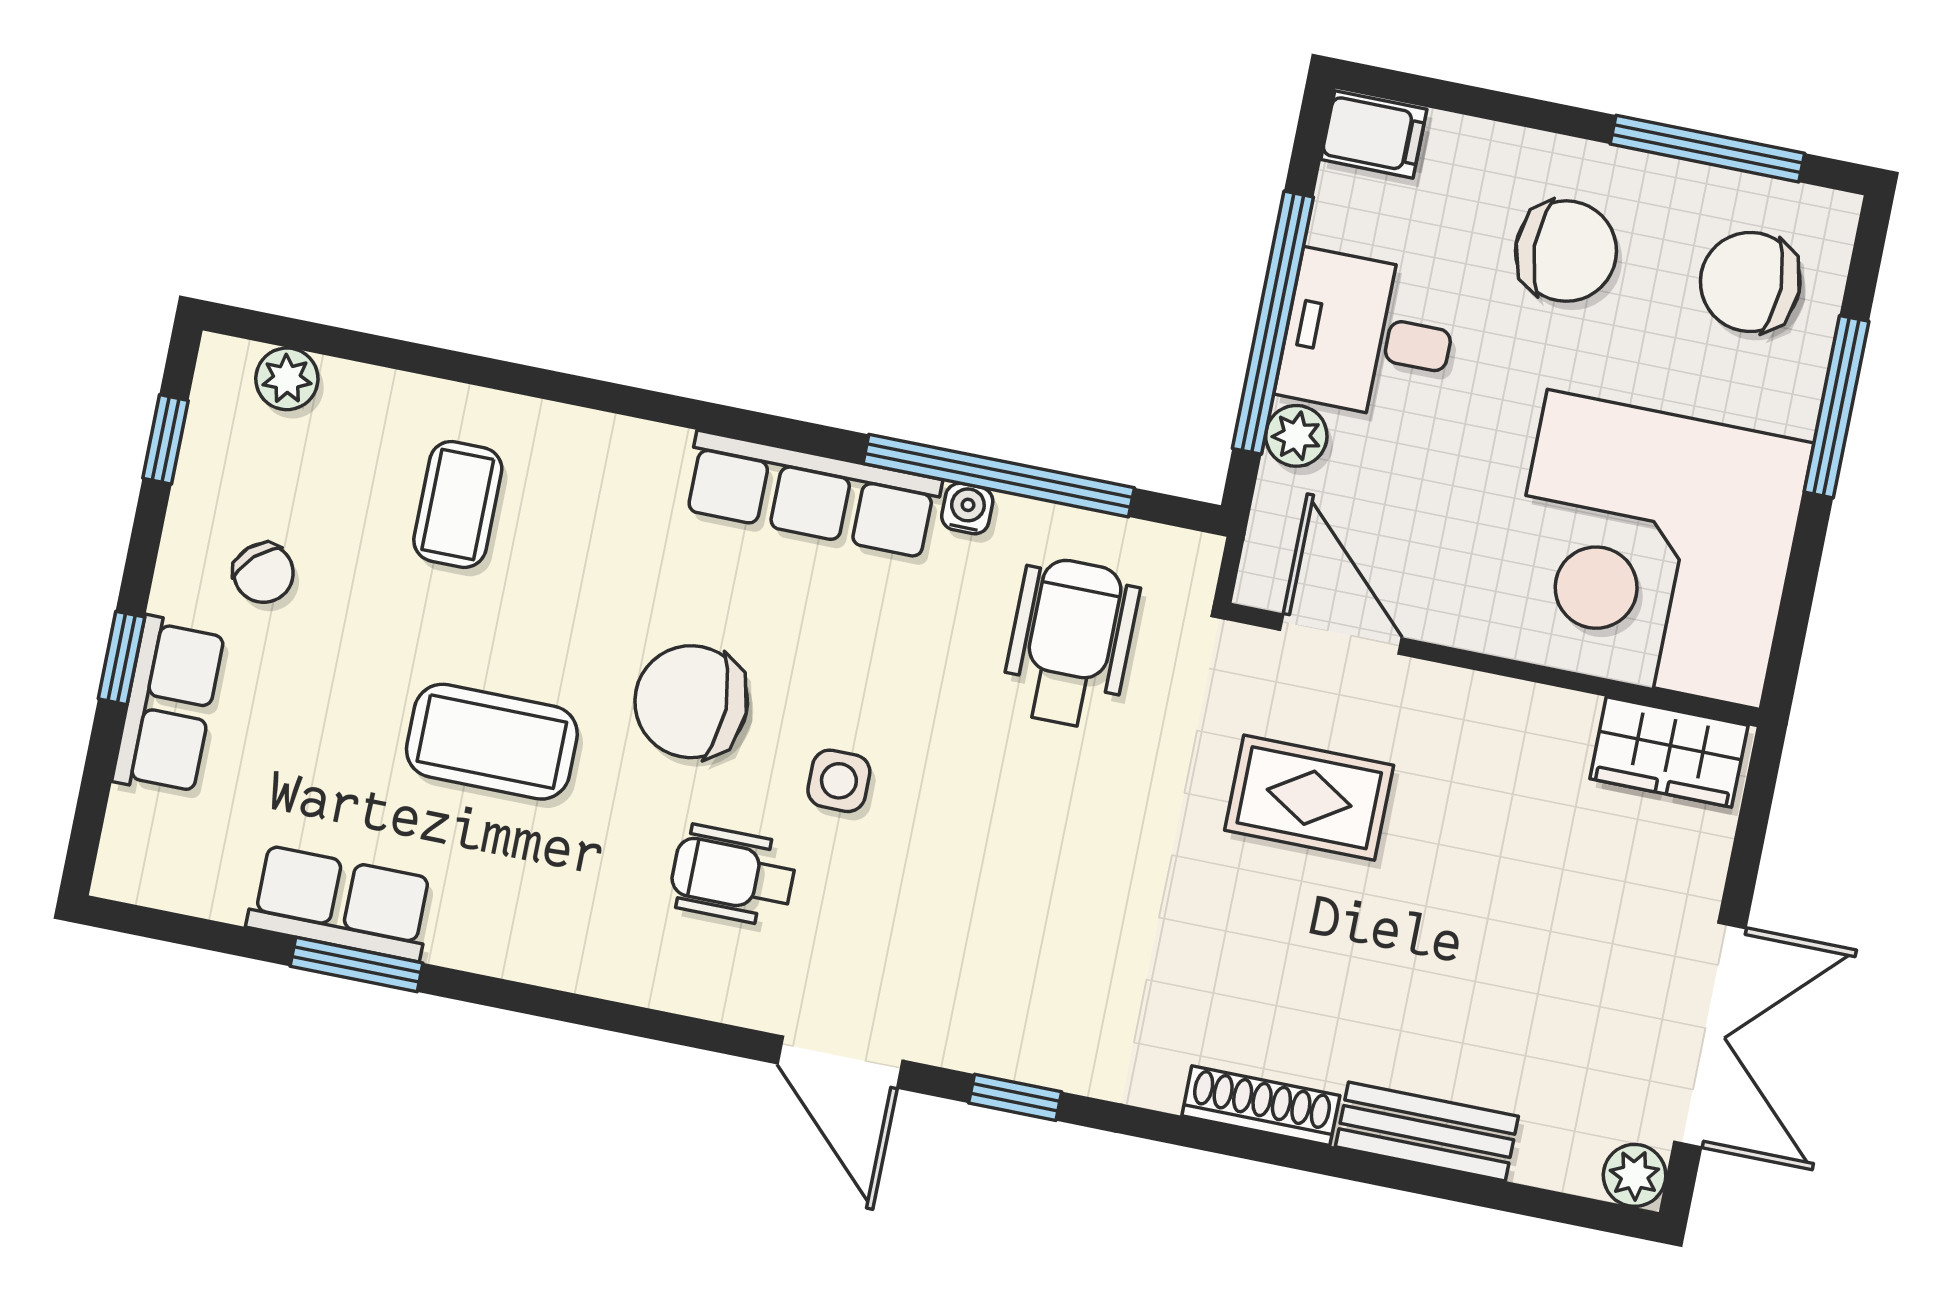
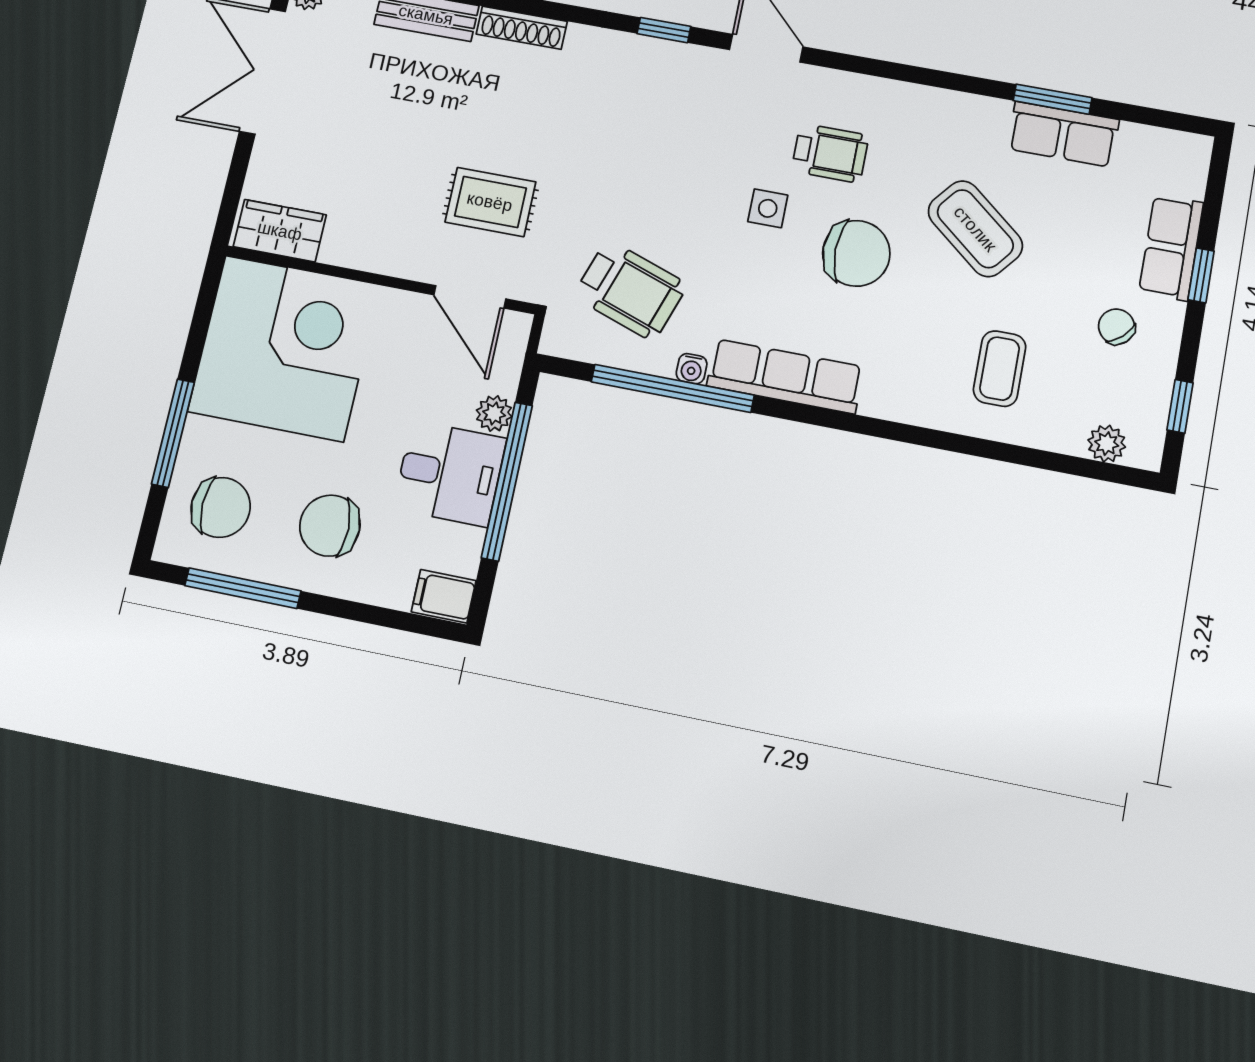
wheelchair: (1070, 643) -> (630, 290), turned -71
coffee table: (492, 742) -> (975, 229), turned 39

